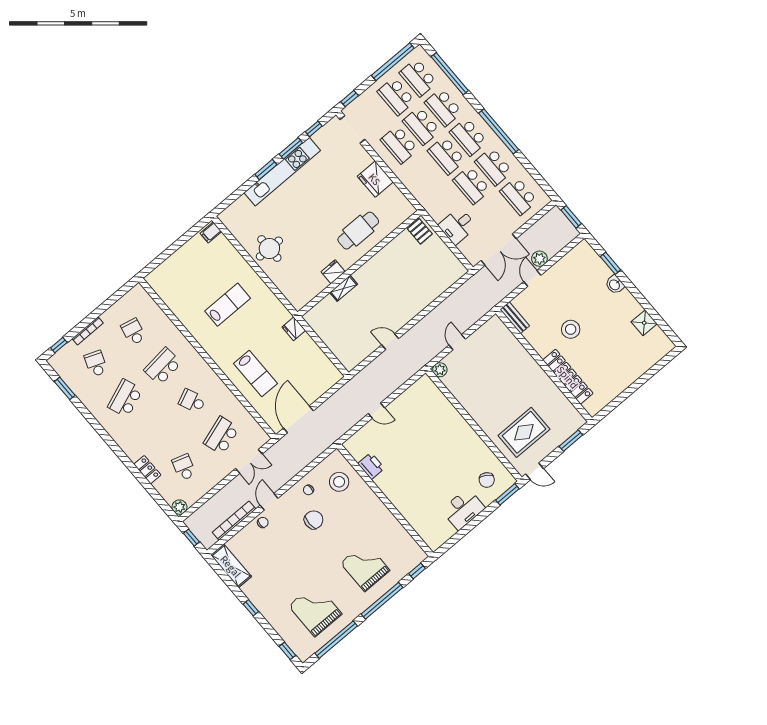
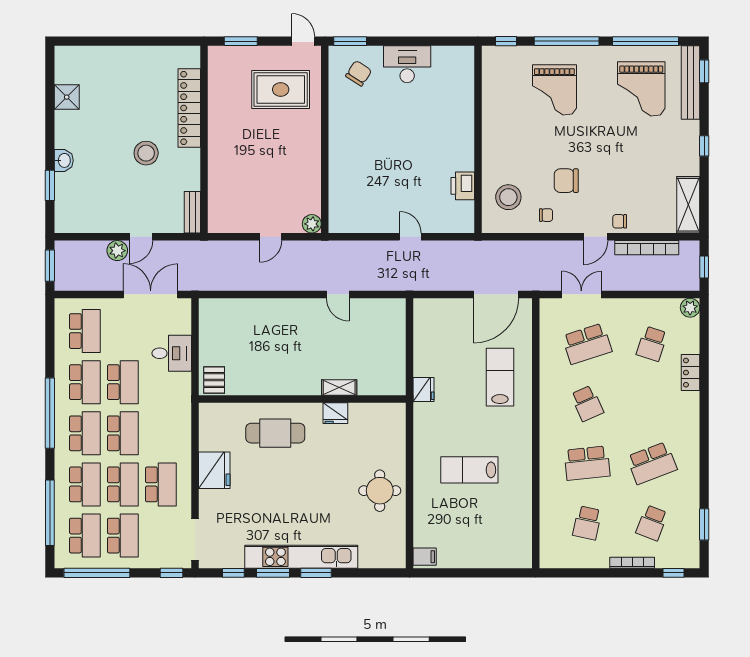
bench: (290, 638) -> (691, 83), added

